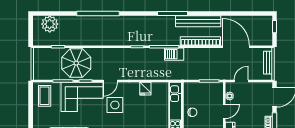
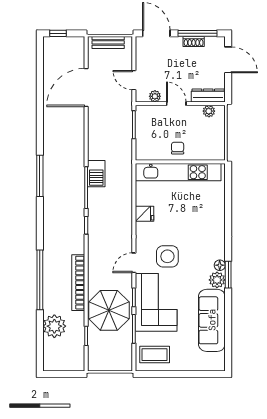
bench: (198, 21) -> (51, 140), removed
plant: (50, 24) -> (54, 326), moved
bookcase: (200, 41) -> (78, 283), moved
door: (110, 81) -> (134, 263), swing flipped

